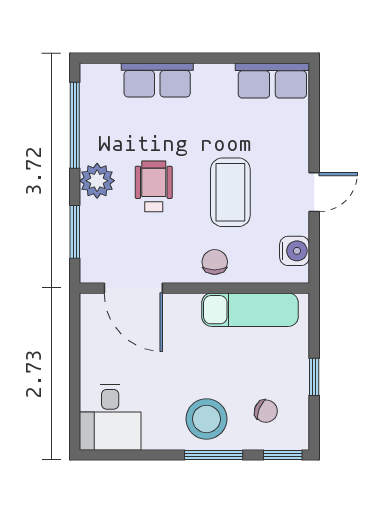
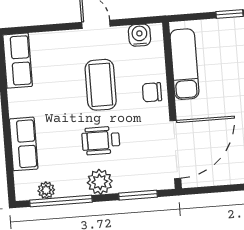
plant: (91, 106) -> (46, 190), added
coffee table: (230, 192) -> (101, 85), turned 90
door: (133, 288) -> (175, 150), width x1.36

